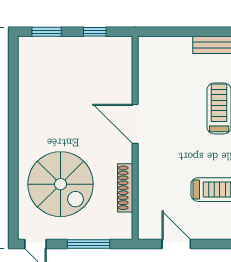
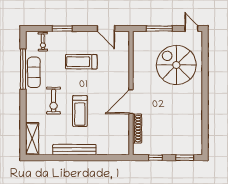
door: (135, 124) -> (131, 102), swing flipped
shoe rack: (125, 188) -> (137, 129), moved

